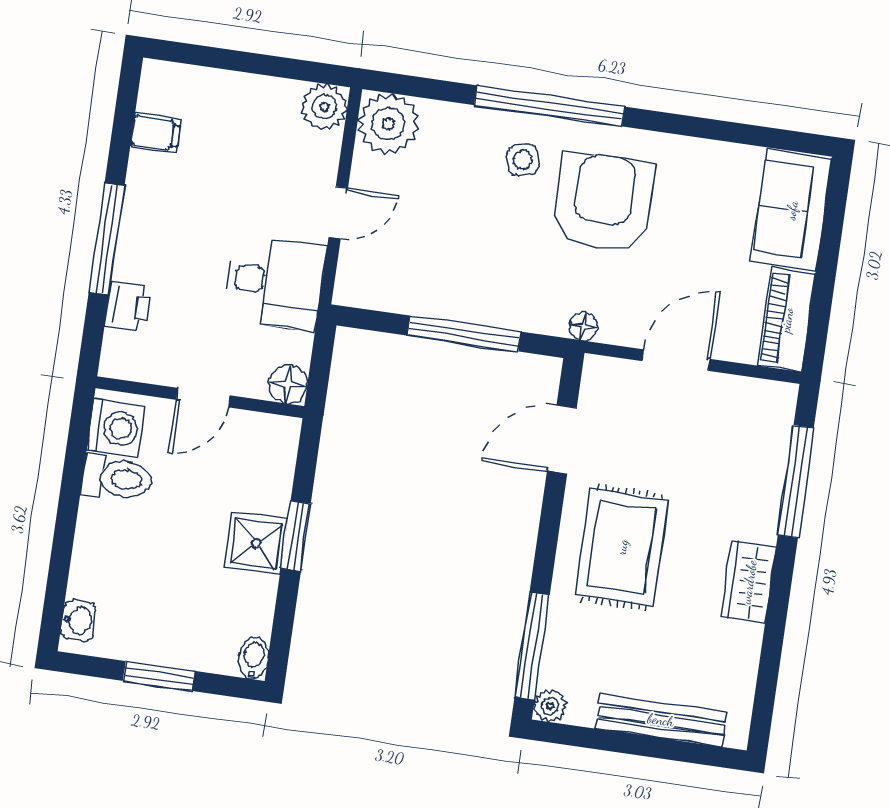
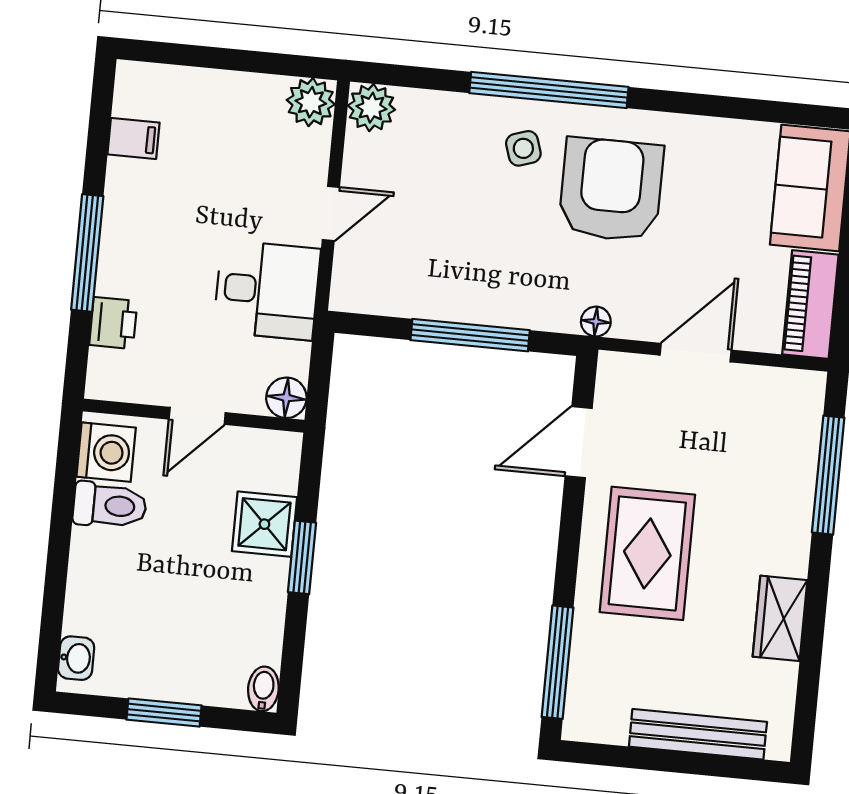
plant: (388, 124) -> (371, 108), width x0.73, depth x0.73
shower: (256, 543) -> (264, 524), moved
wardrobe: (749, 582) -> (780, 618), moved
plant: (550, 706) -> (579, 725), removed

